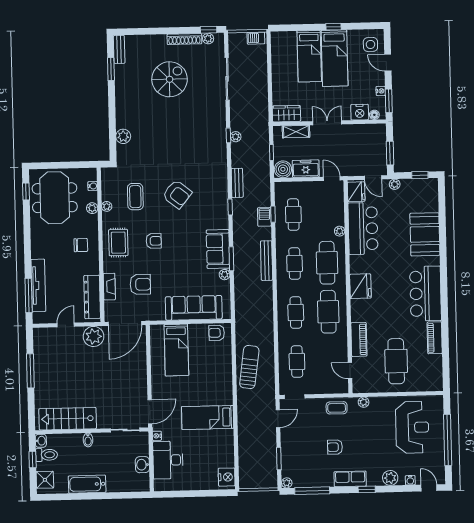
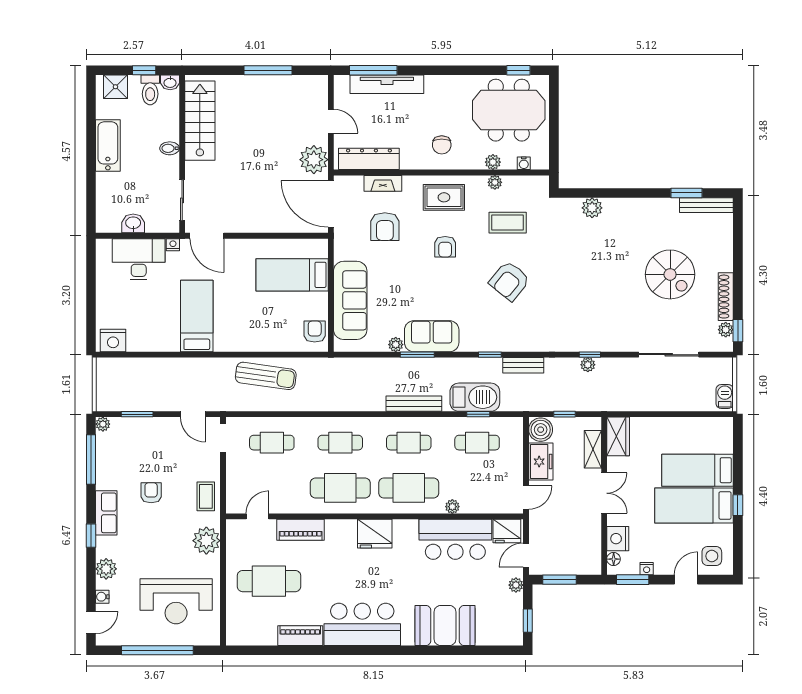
bench: (119, 49) -> (706, 205), width x1.36
barbecue: (264, 217) -> (475, 397), width x1.88, depth x1.53
plant: (364, 402) -> (206, 541), width x1.88, depth x1.88

